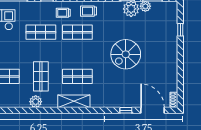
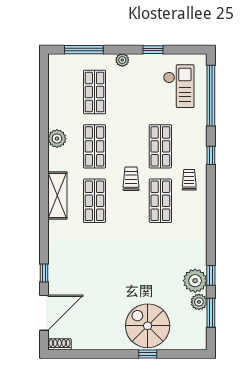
trolley: (89, 11) -> (131, 179), moved
window: (180, 30) -> (148, 354), moved
spiral stairs: (126, 54) -> (148, 326), moved
shop shelf: (41, 76) -> (94, 146), turned 90

